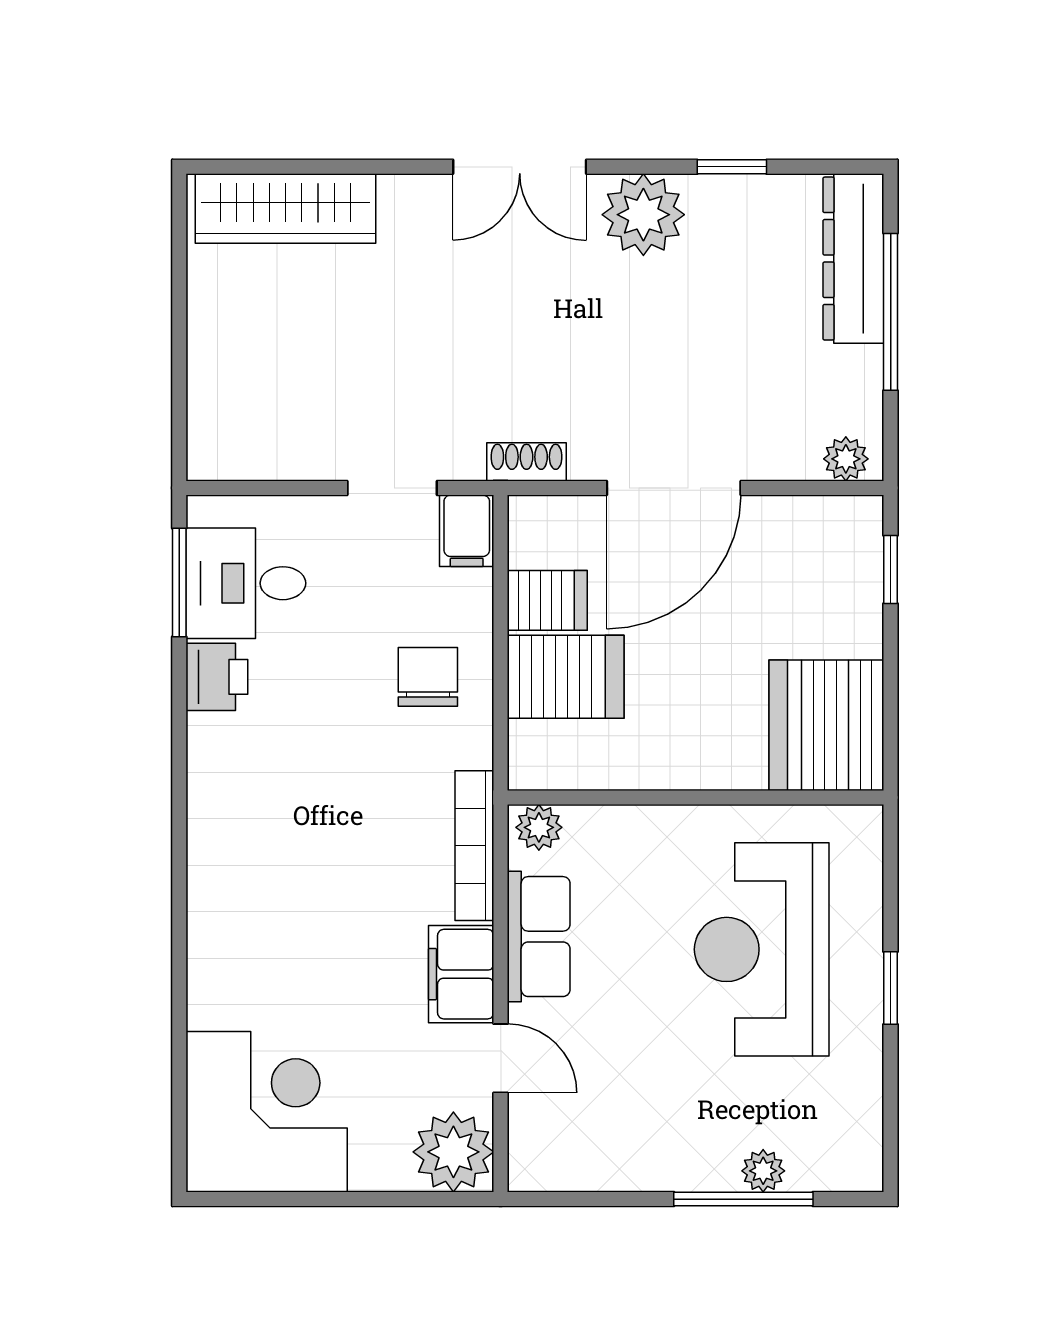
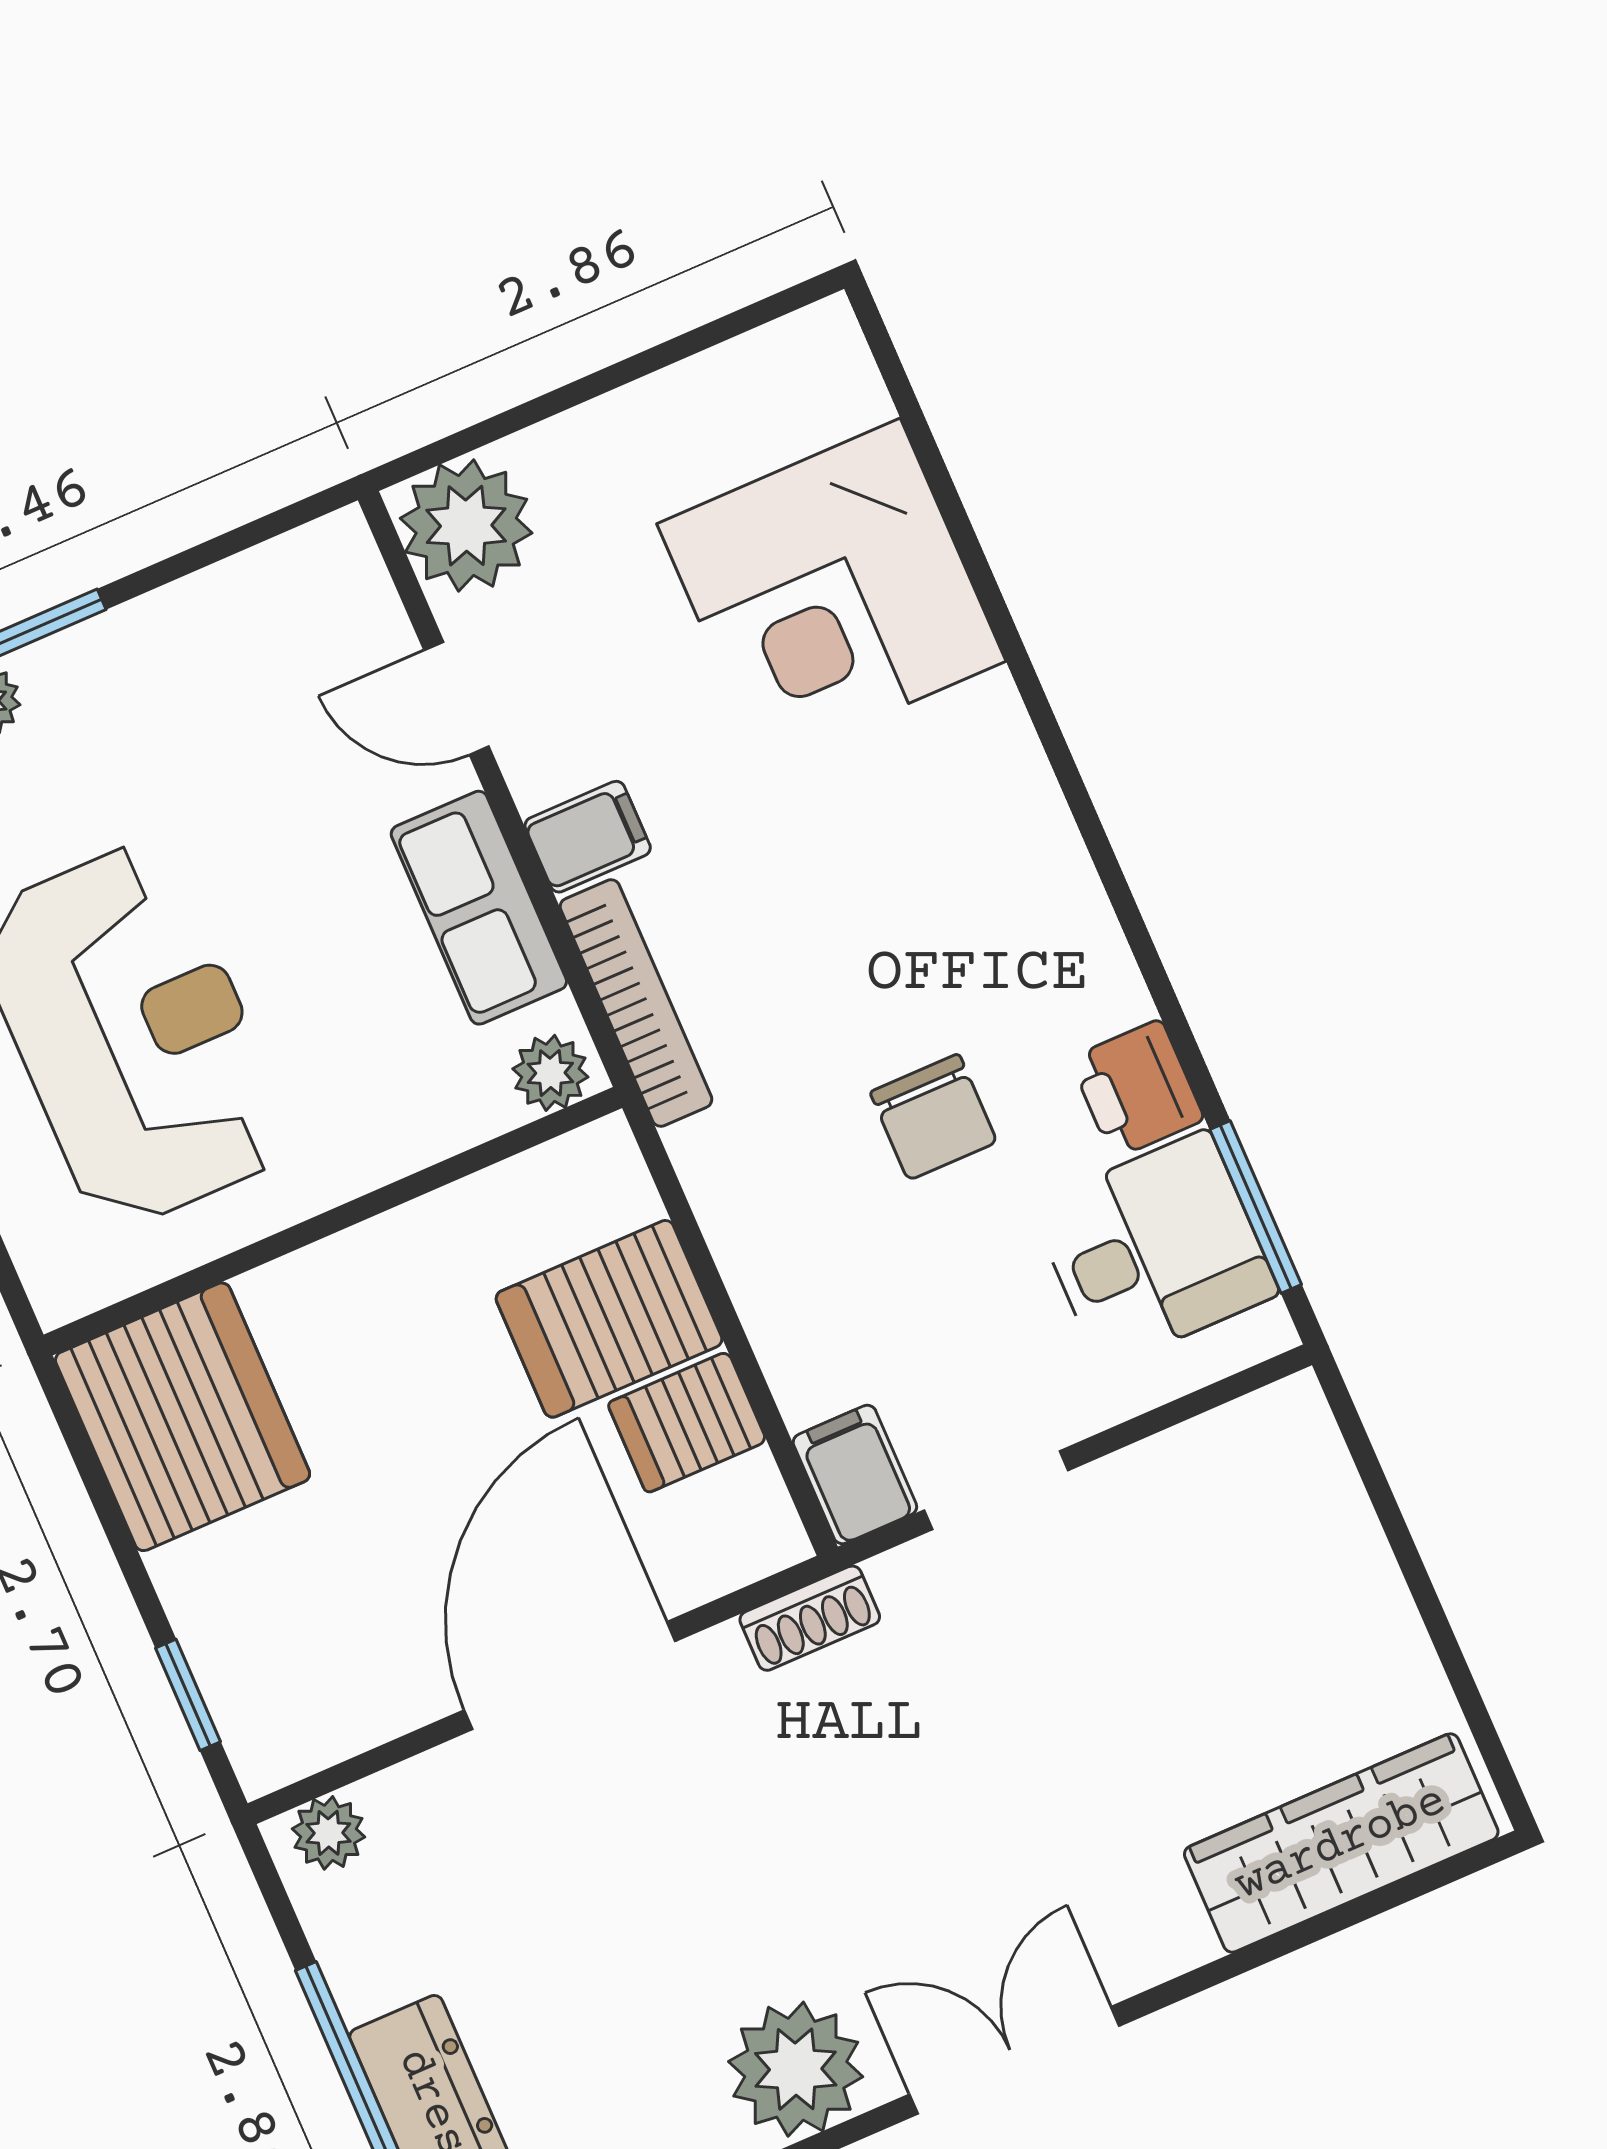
chair: (428, 677) -> (934, 1117), moved
filing cabinet: (461, 974) -> (588, 837), width x0.50
corner desk: (267, 1112) -> (831, 593), moved

